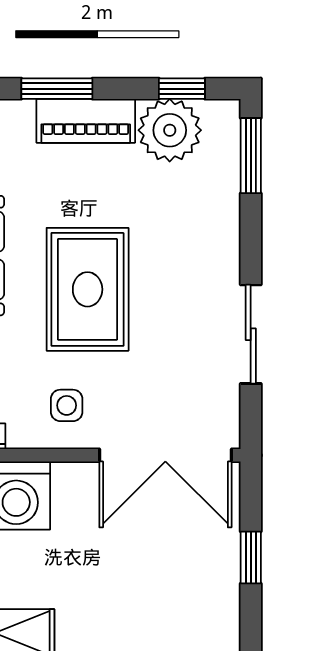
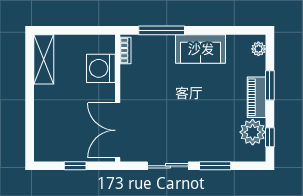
window: (251, 156) -> (215, 166), moved
rug: (88, 289) -> (186, 98), removed
side table: (67, 405) -> (138, 89), removed

